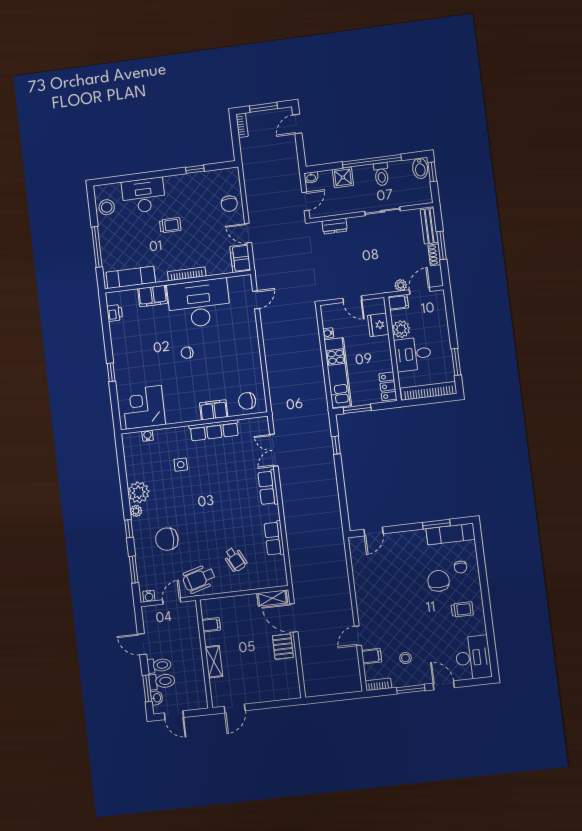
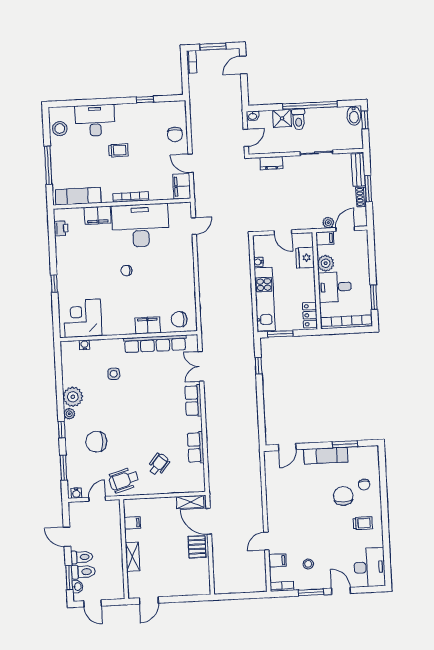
toilet: (381, 174) -> (299, 119), moved
row of seats: (214, 430) -> (155, 344), width x1.36
exam couch: (451, 534) -> (326, 456), moved
wheelchair: (235, 559) -> (159, 464), turned -114

